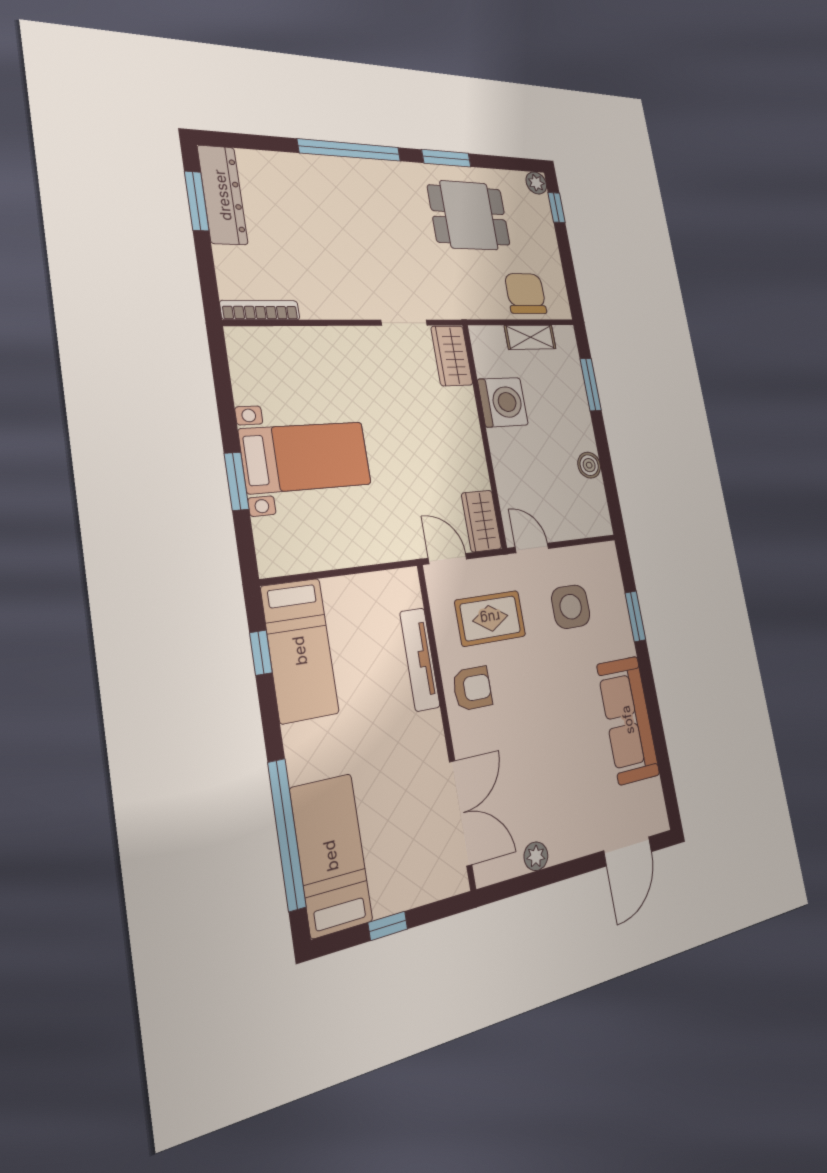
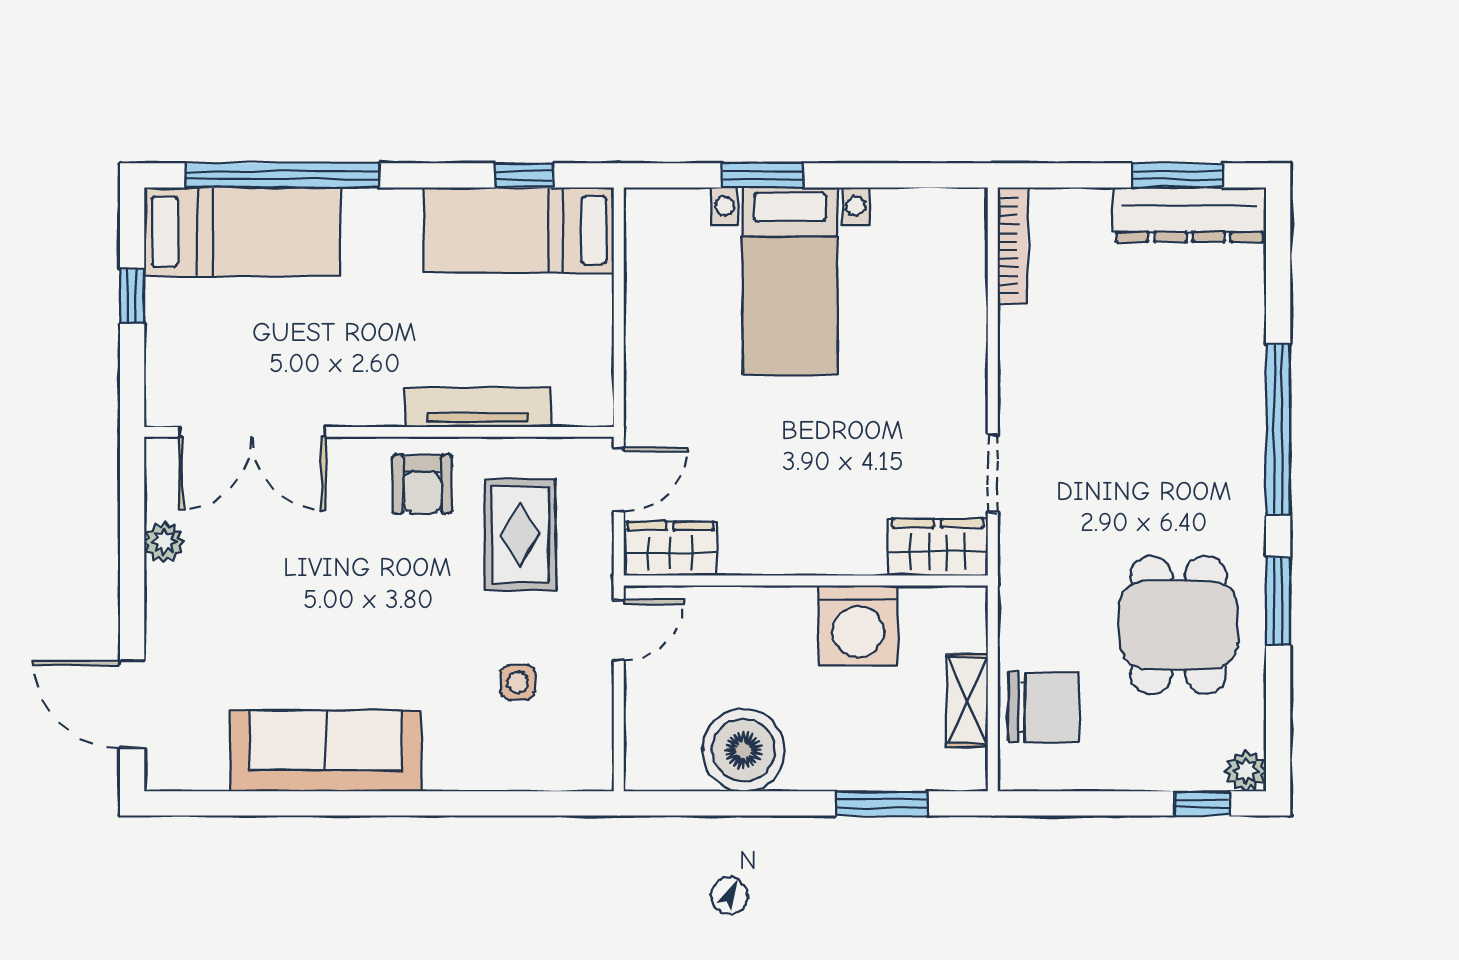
boiler: (589, 465) -> (744, 750), width x1.86, depth x1.86
side table: (571, 607) -> (518, 682), width x0.54, depth x0.54
window: (635, 616) -> (485, 803), removed

